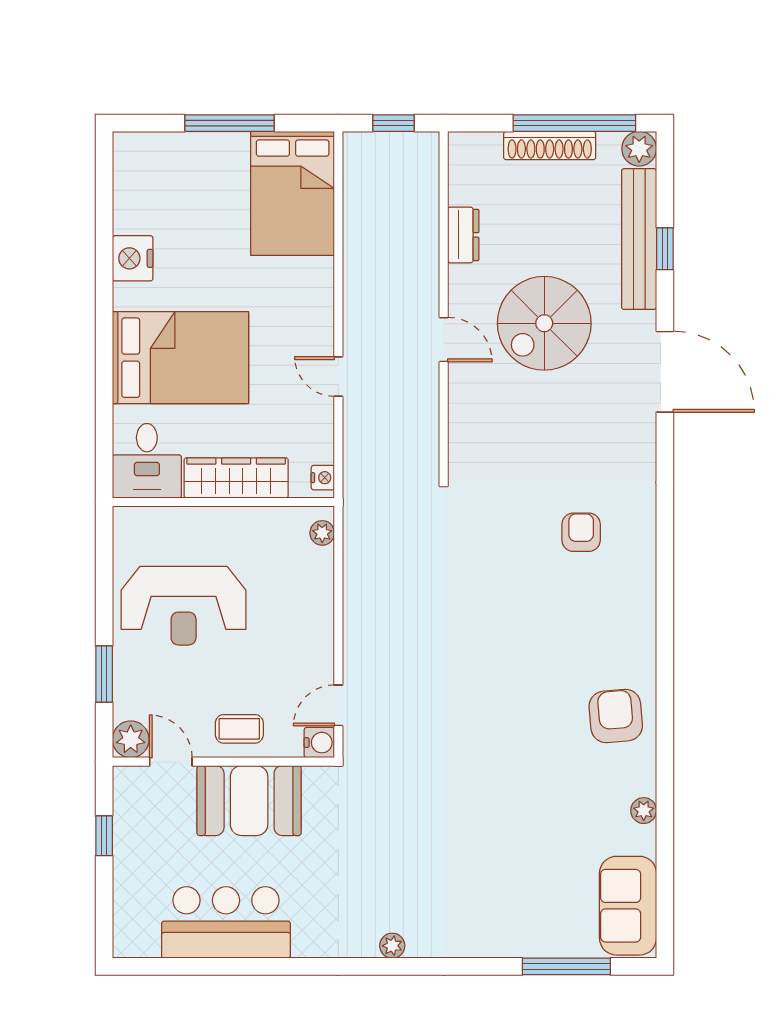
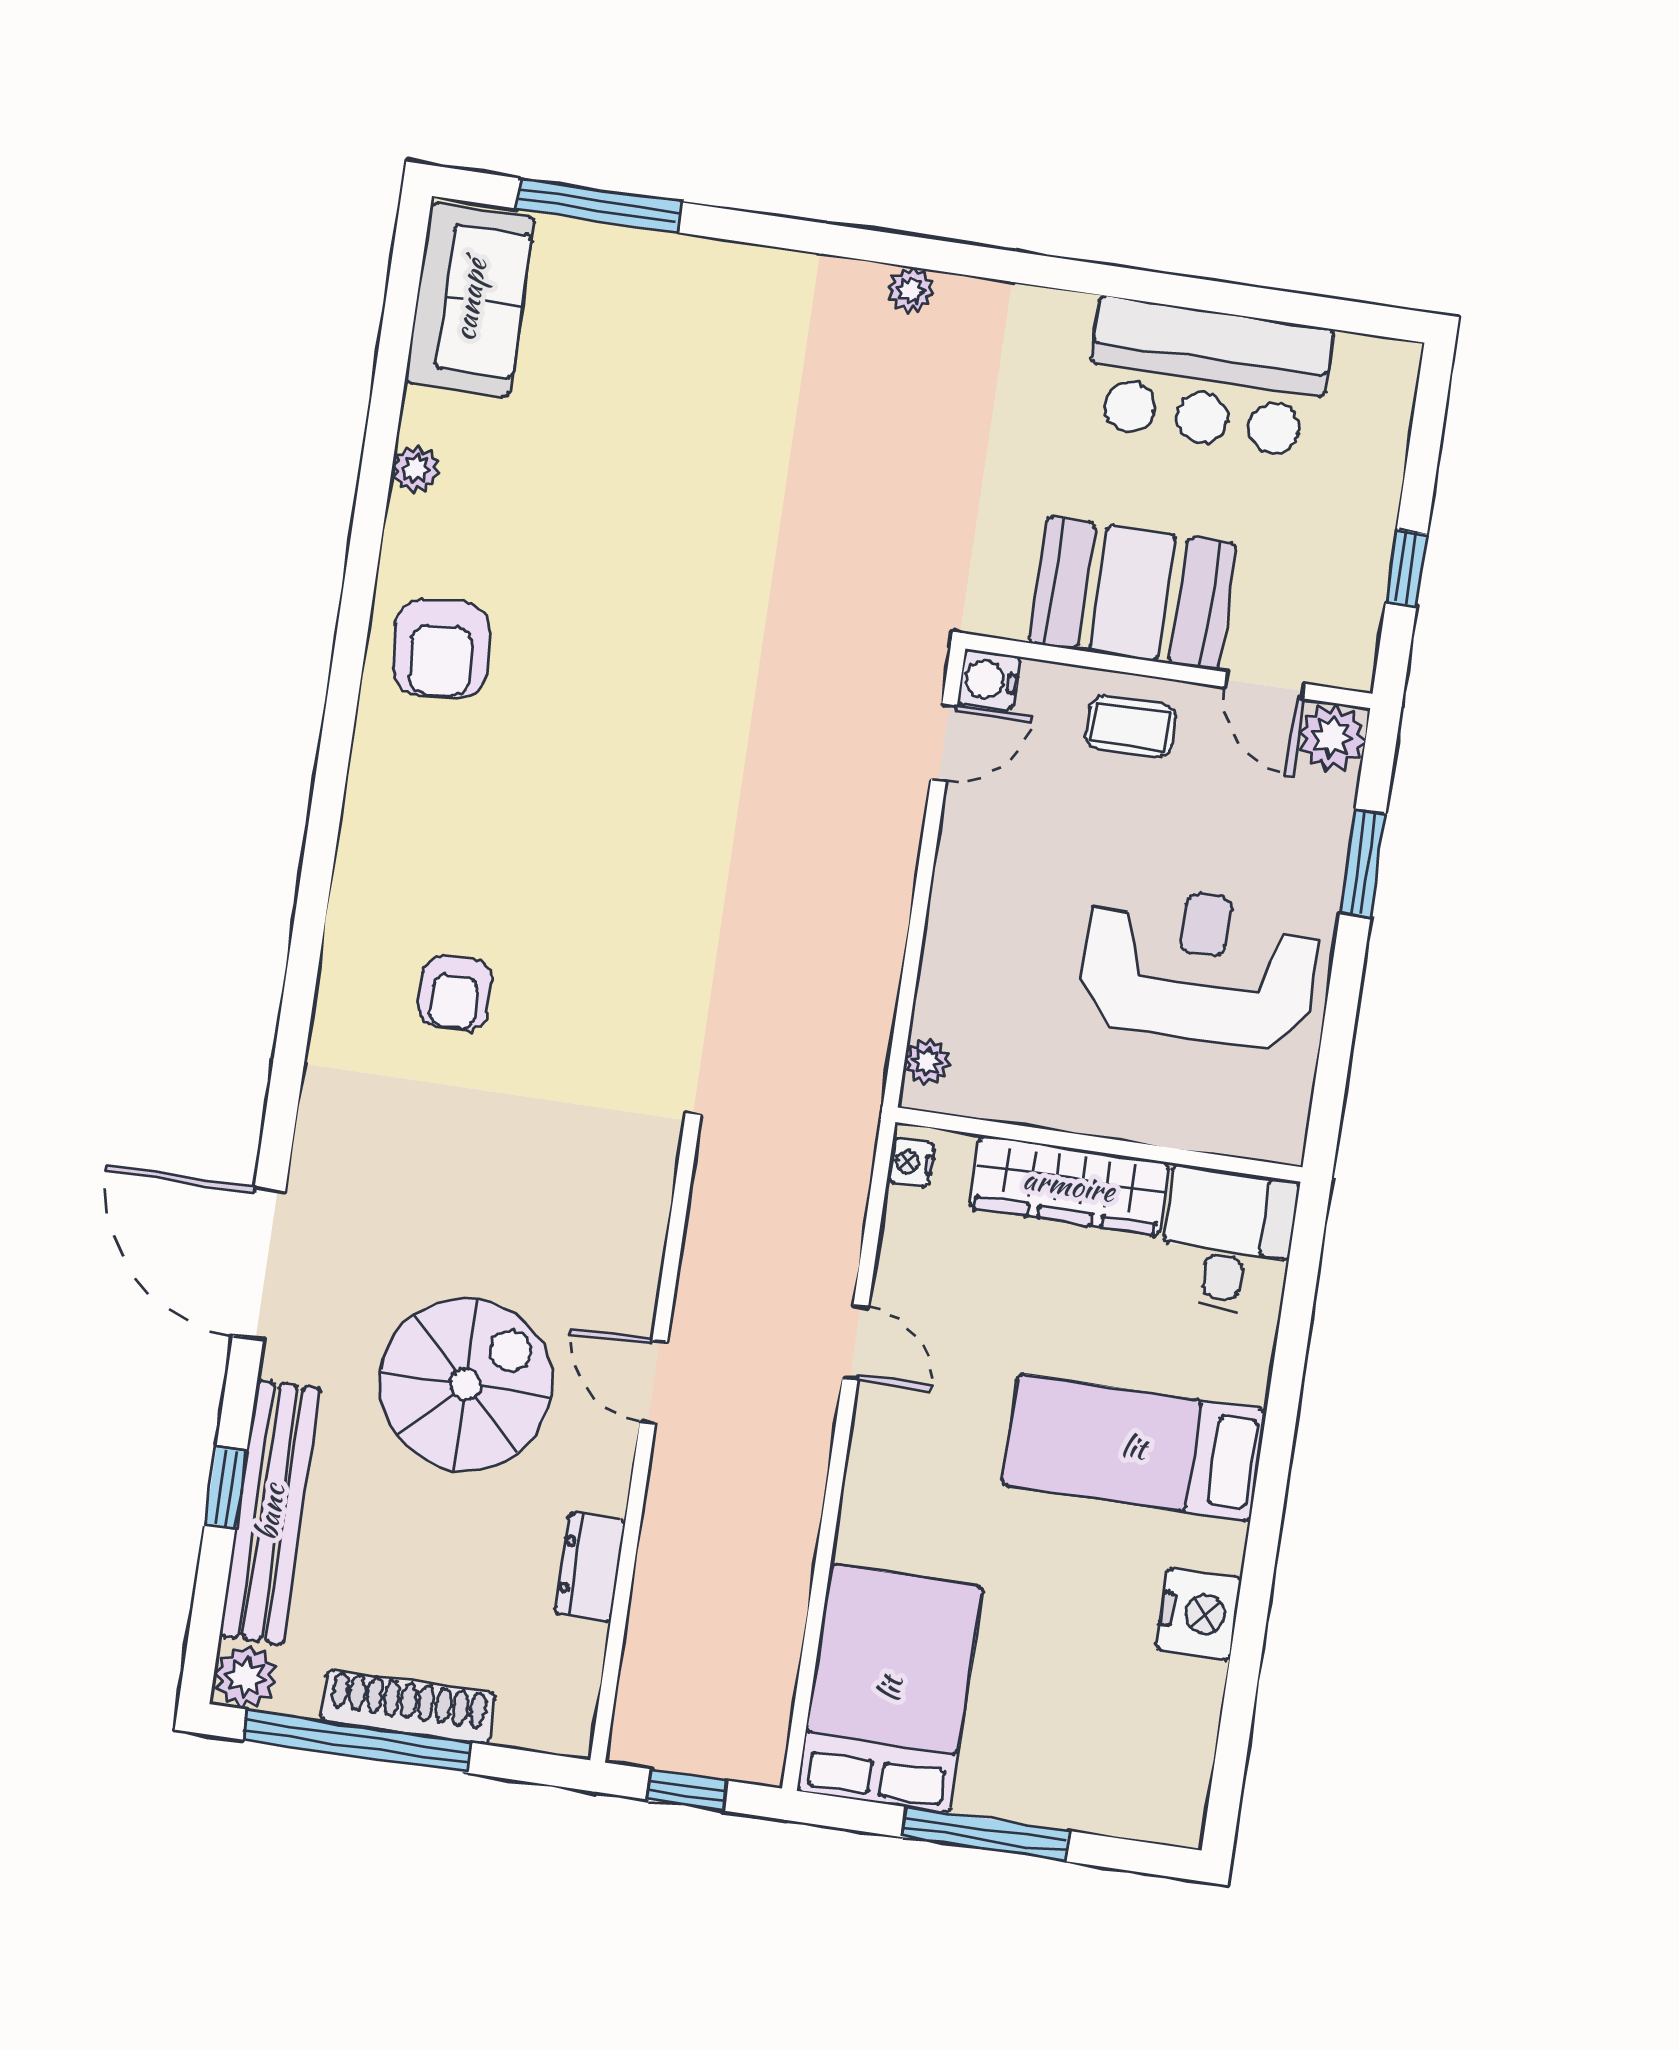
bed: (180, 358) -> (1134, 1447), width x0.67

